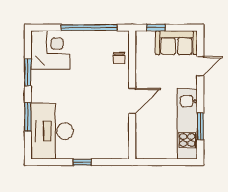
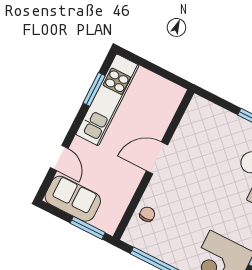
window: (156, 28) -> (88, 228), width x1.50
door: (200, 66) -> (59, 158), swing flipped

